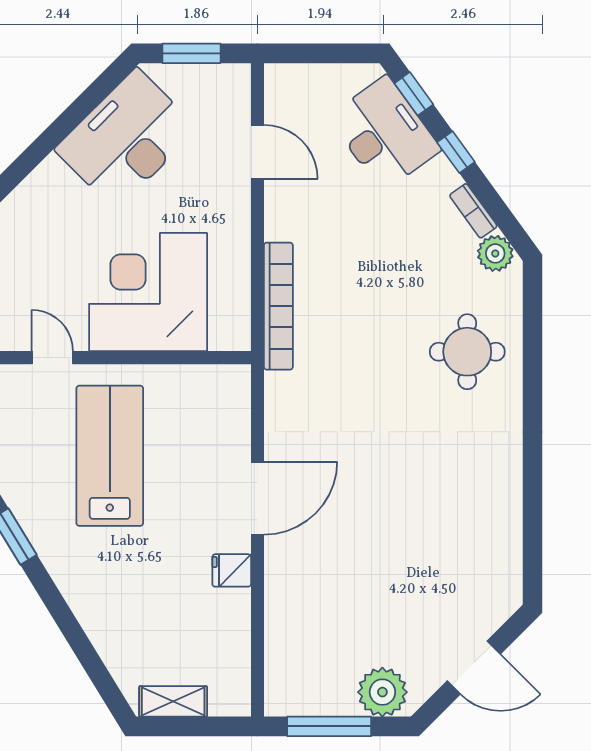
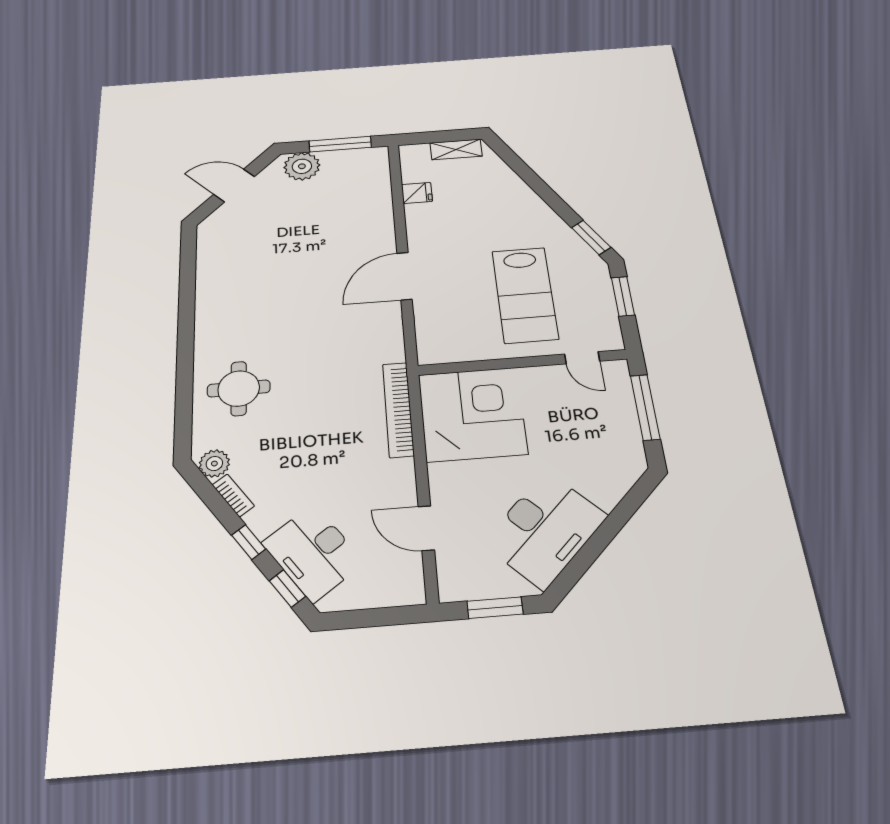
corner desk: (148, 292) -> (472, 414), moved, turned -90
fridge: (232, 570) -> (417, 193), moved

